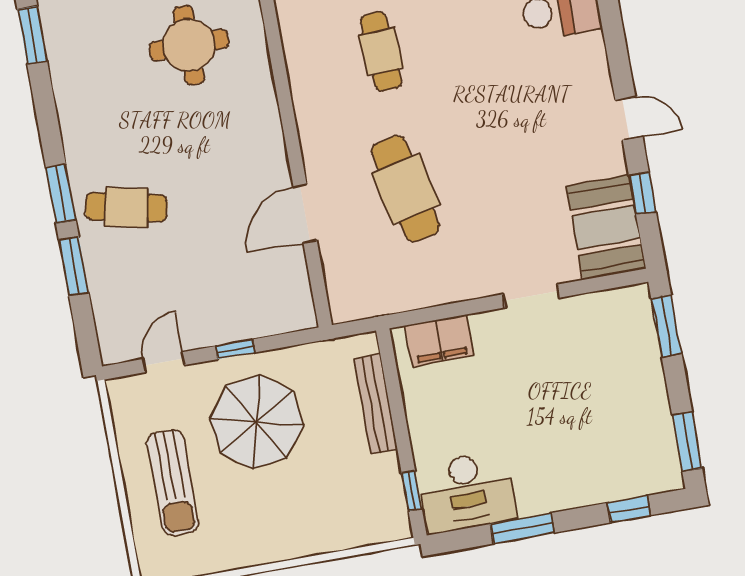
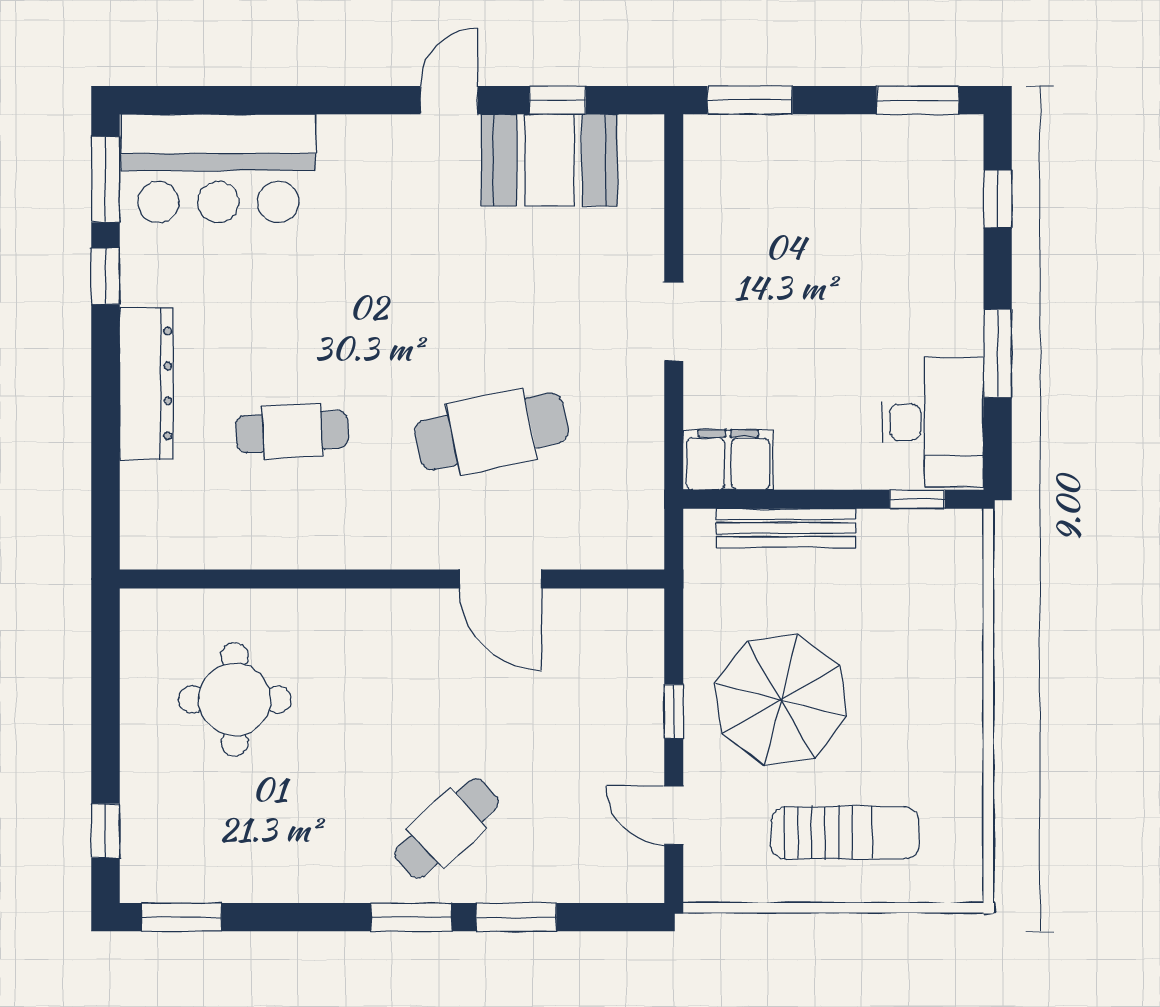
cafe table: (126, 207) -> (447, 828), turned 35
booth: (606, 227) -> (549, 160), moved
doorway: (531, 296) -> (674, 322), moved
filing cabinet: (440, 341) -> (728, 460), moved, turned -90

